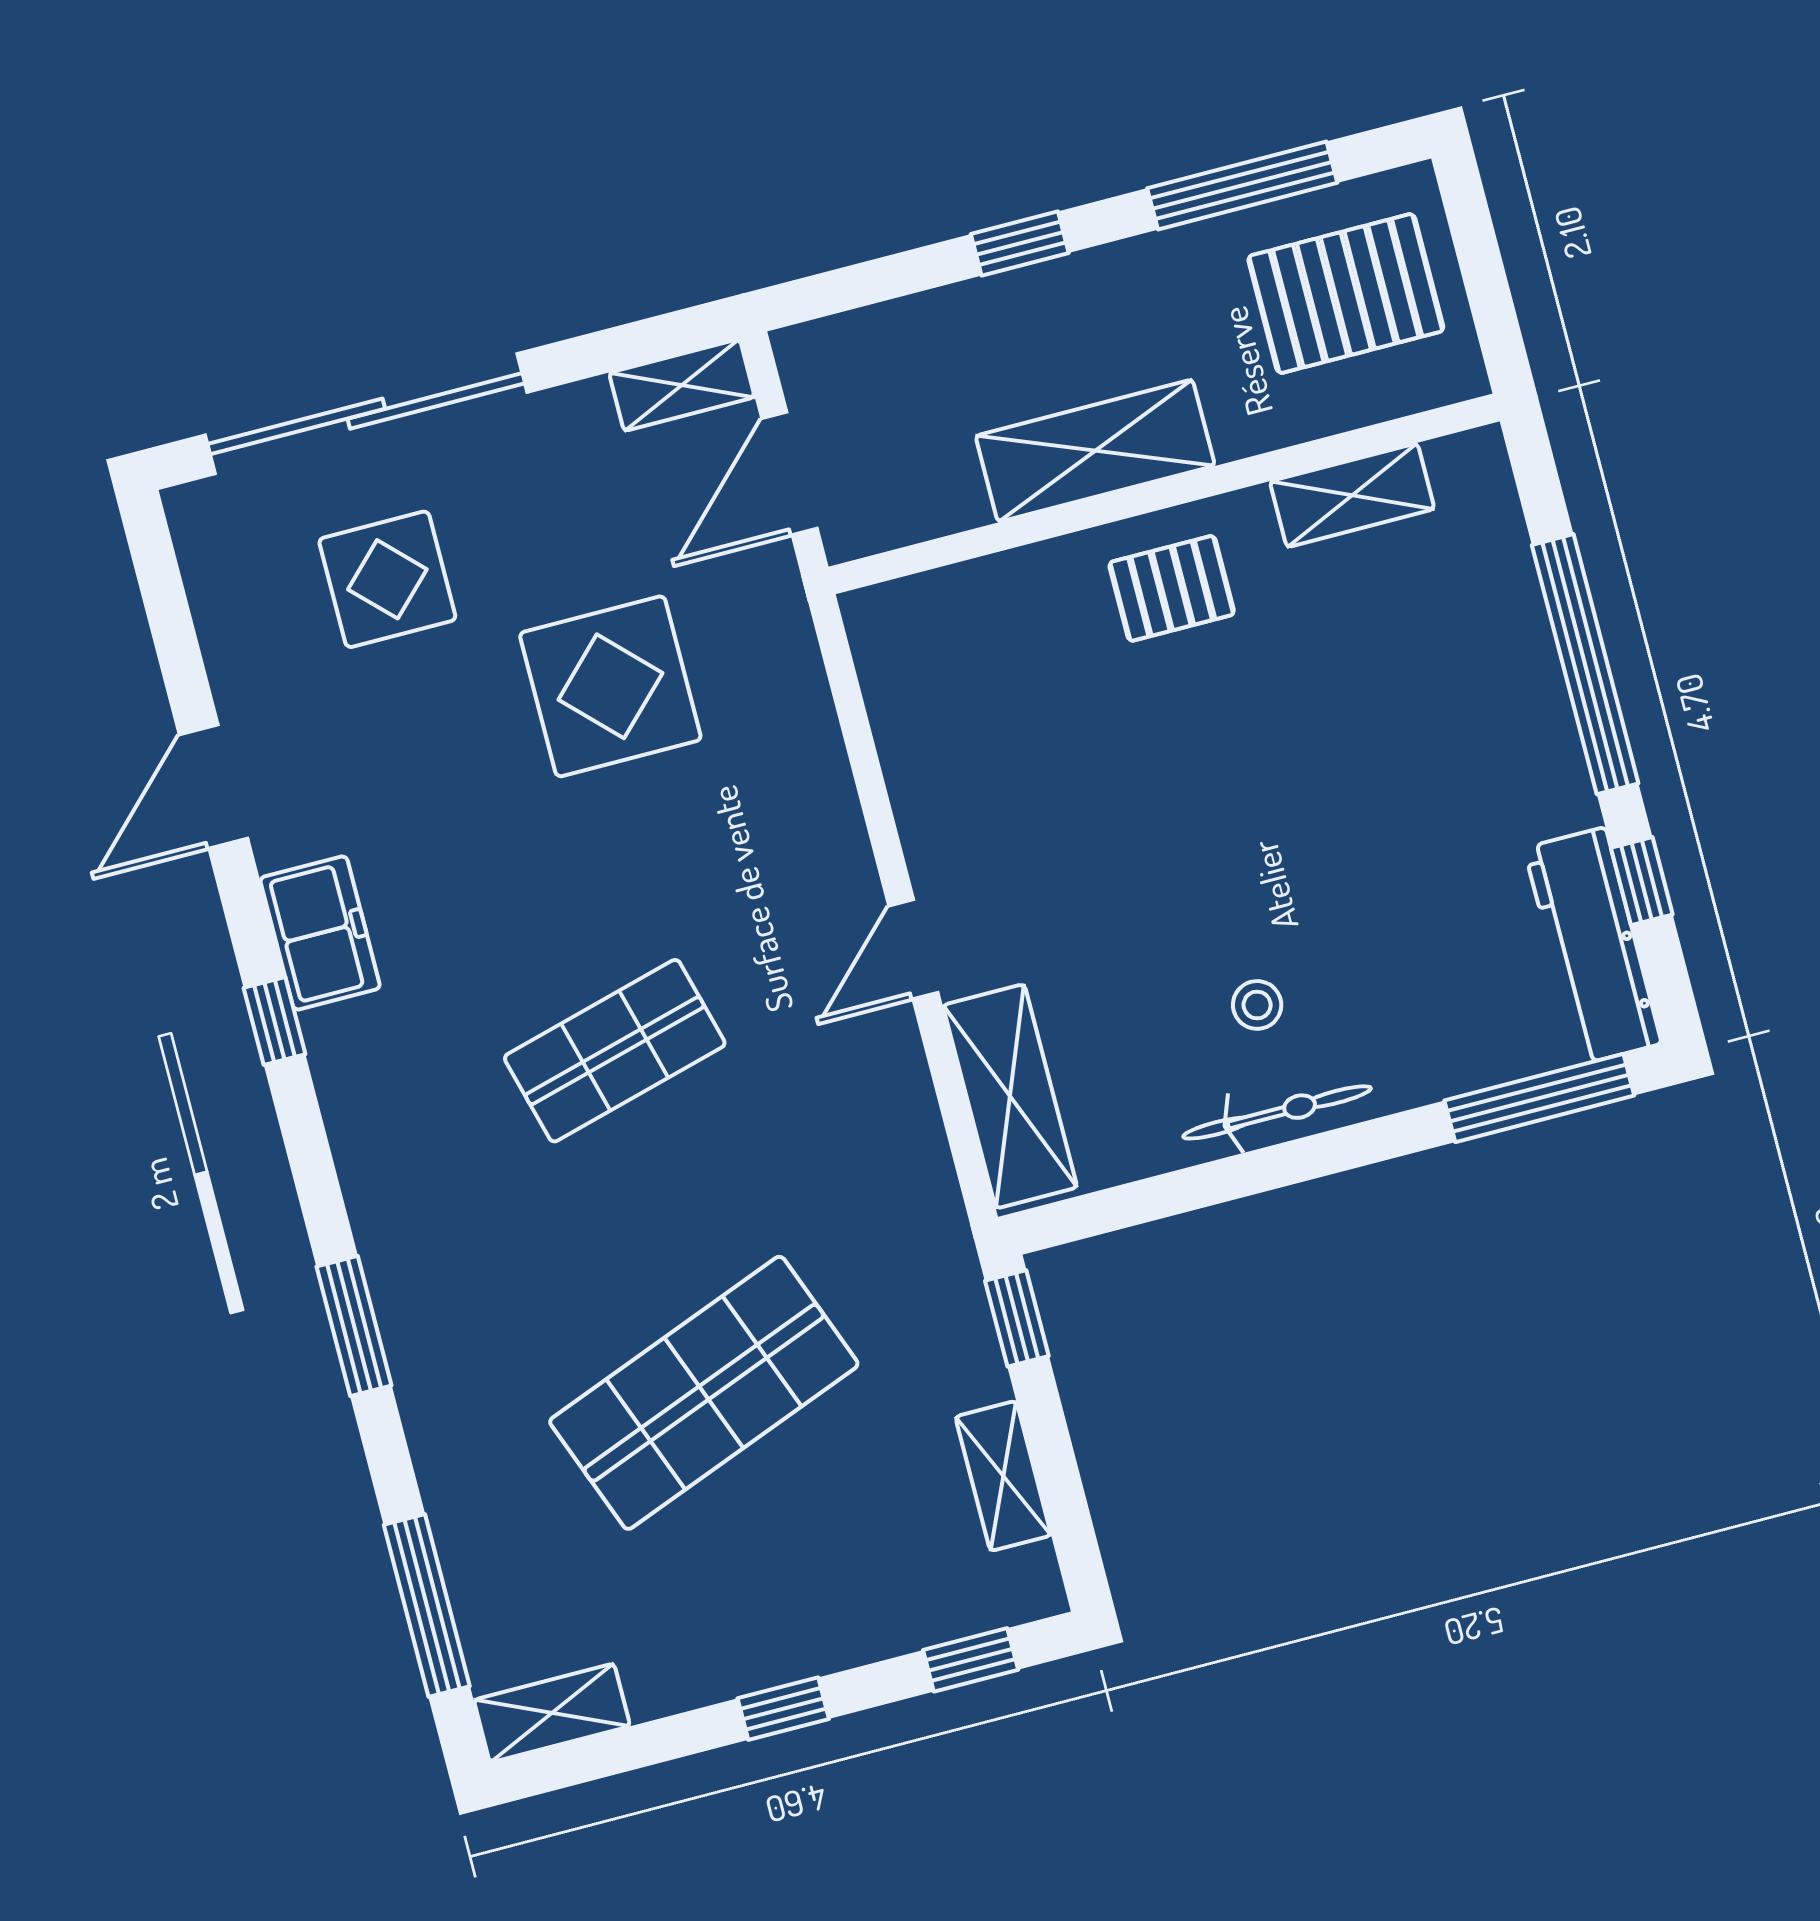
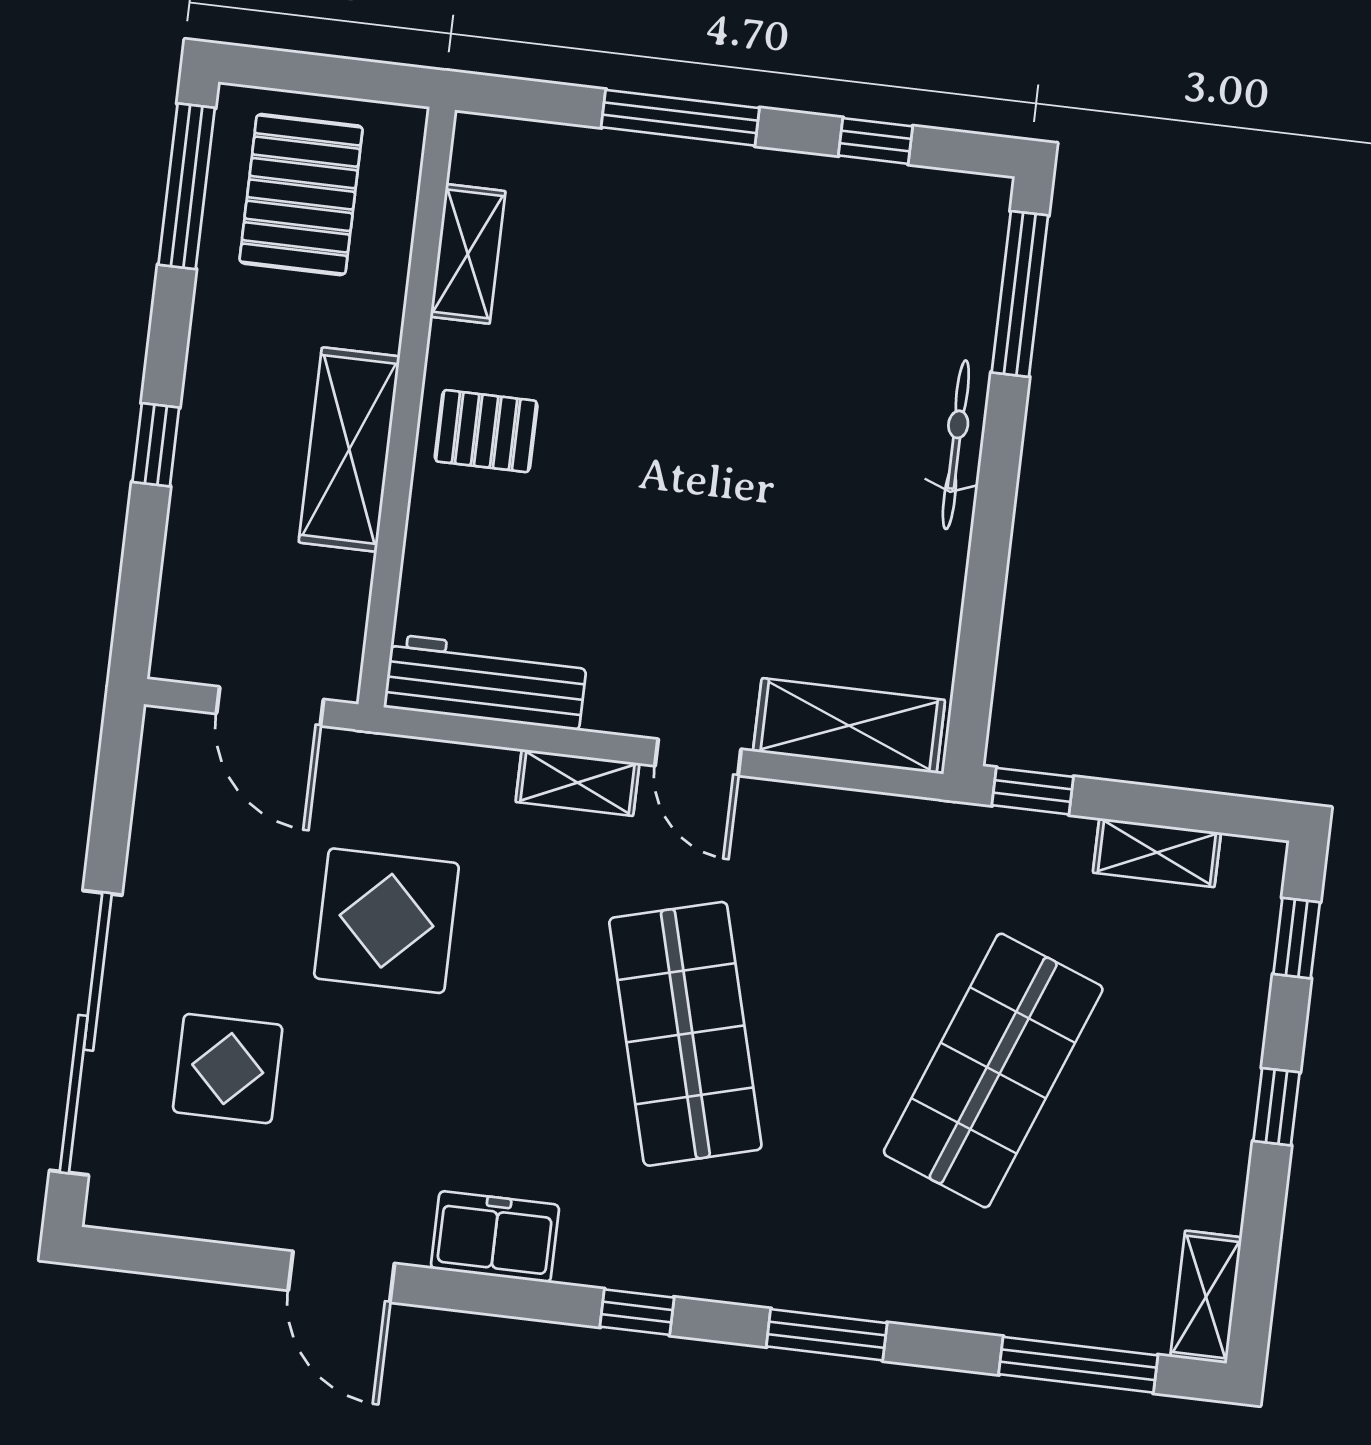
window: (1242, 185) -> (187, 186), moved
shelving: (682, 385) -> (577, 783), moved, turned 90
pallet: (1172, 588) -> (486, 431), turned 90
window: (1585, 664) -> (680, 118), width x0.68
workbench: (1593, 946) -> (486, 682), moved, turned 180
stool: (1257, 1005) -> (854, 495), removed
window: (275, 1021) -> (637, 1312), moved
shop shelf: (615, 1051) -> (685, 1034), width x1.43, depth x1.36
bicycle: (1277, 1112) -> (956, 445), moved
shop shelf: (704, 1393) -> (993, 1070), turned 42

